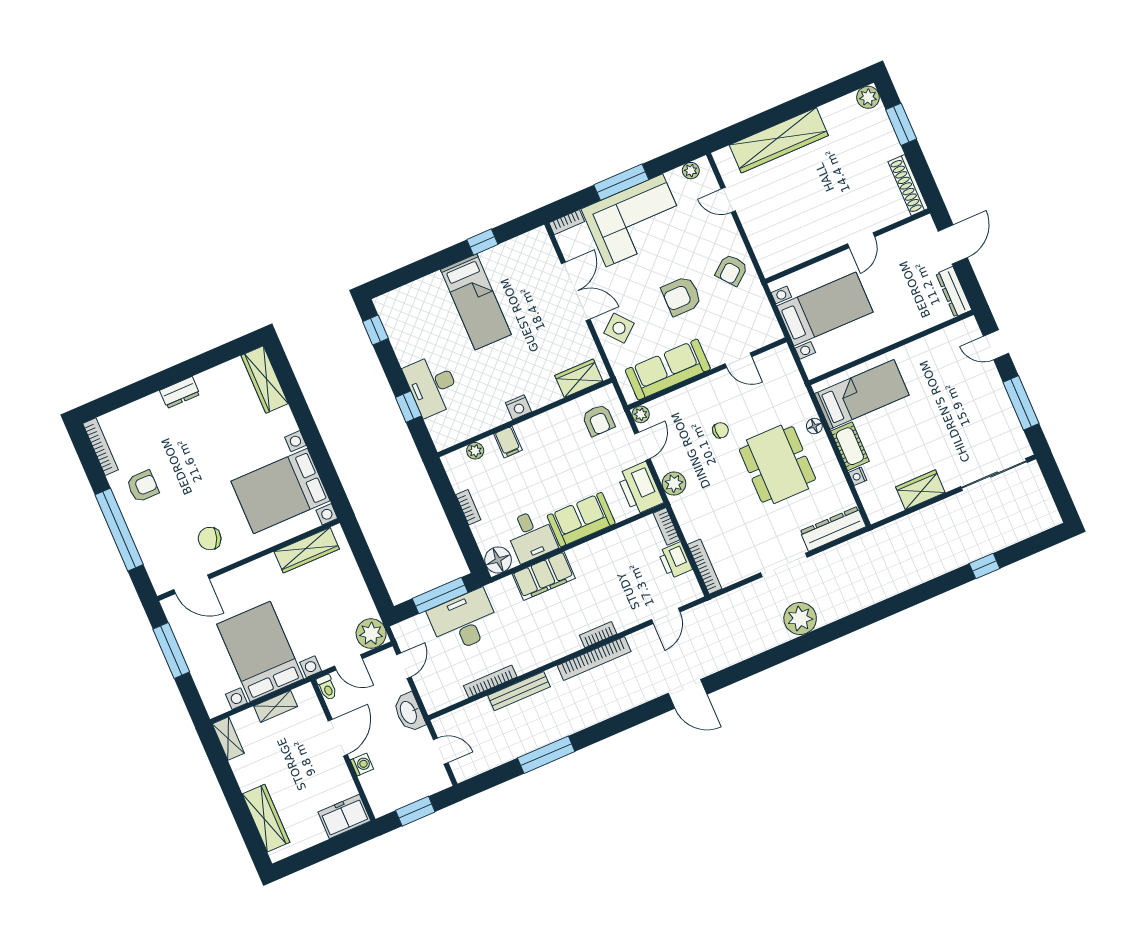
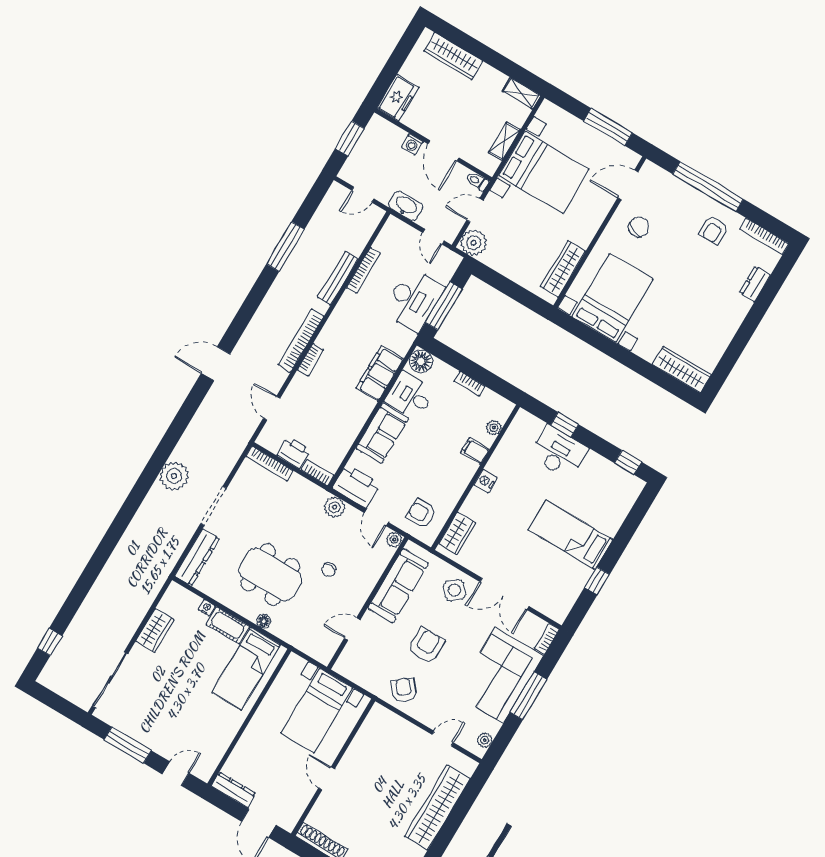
dresser: (180, 392) -> (755, 284), moved
window: (984, 566) -> (50, 642), moved

